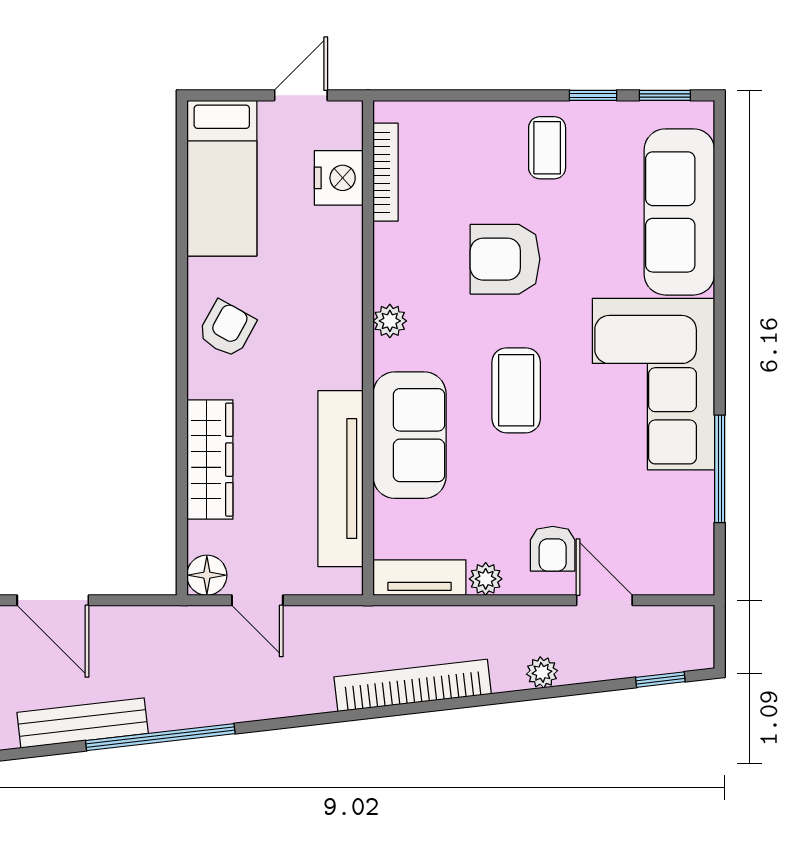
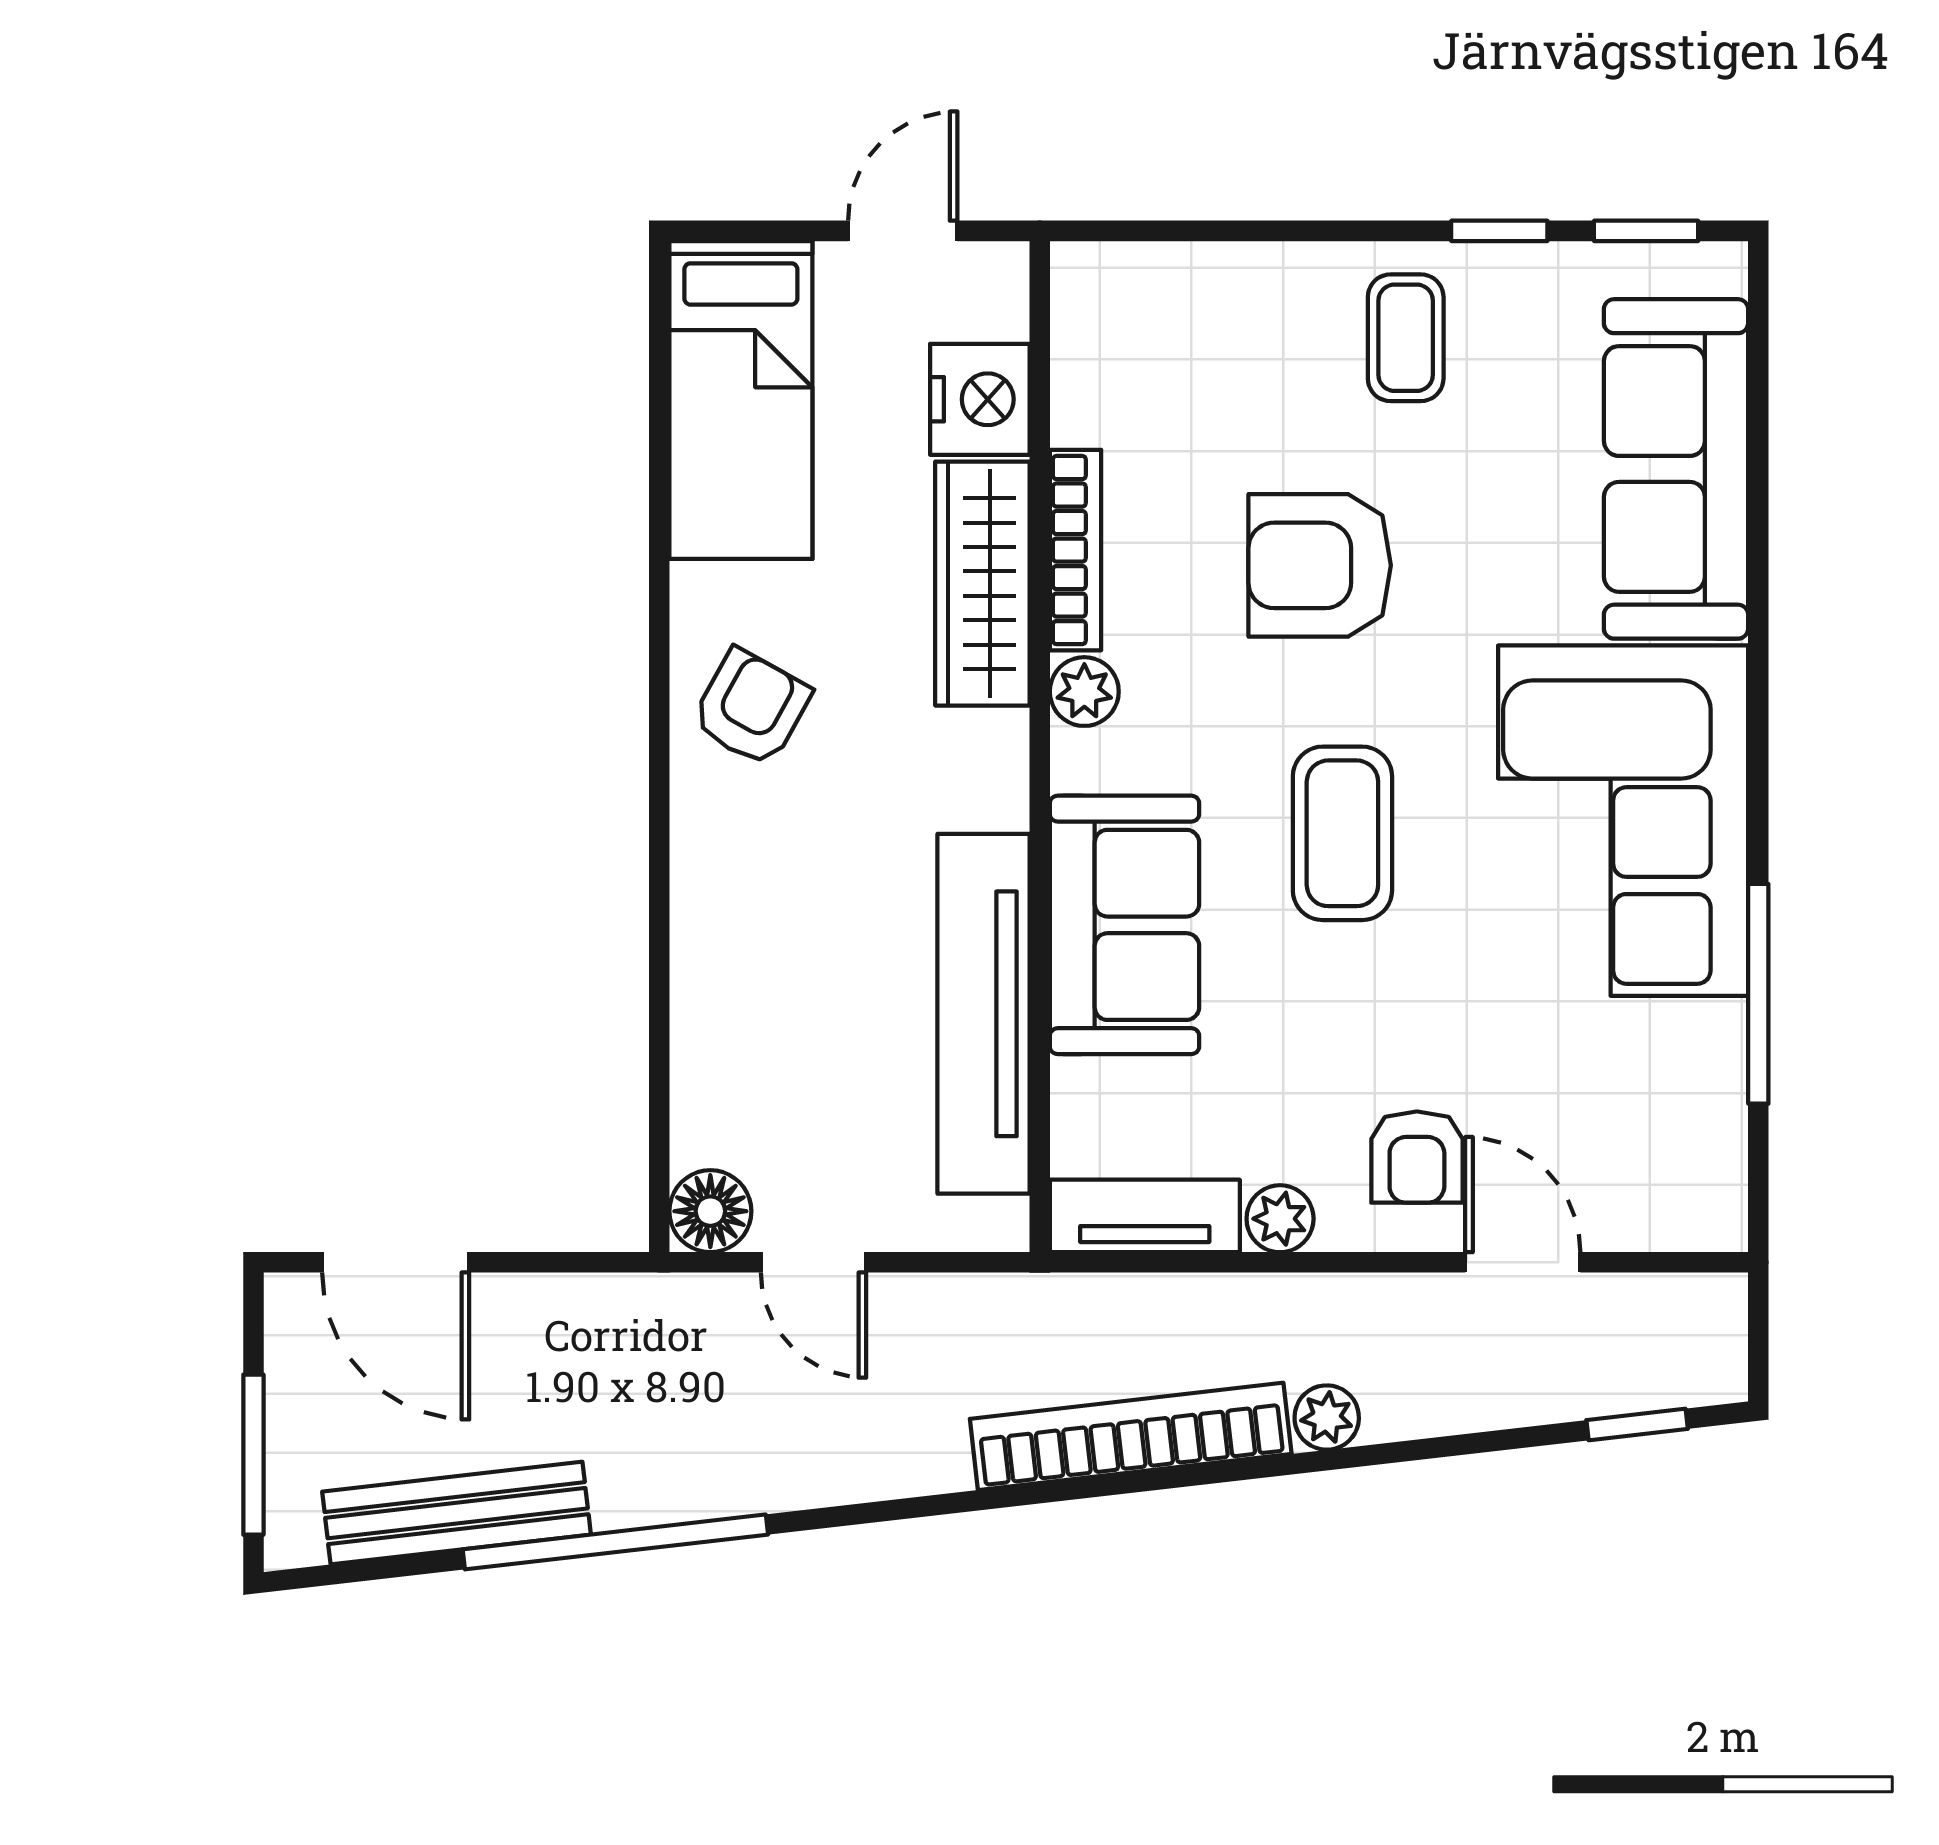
bookcase: (386, 172) -> (1075, 550), moved
wardrobe: (210, 460) -> (982, 584), moved, turned 180
plant: (542, 672) -> (1327, 1418), moved

